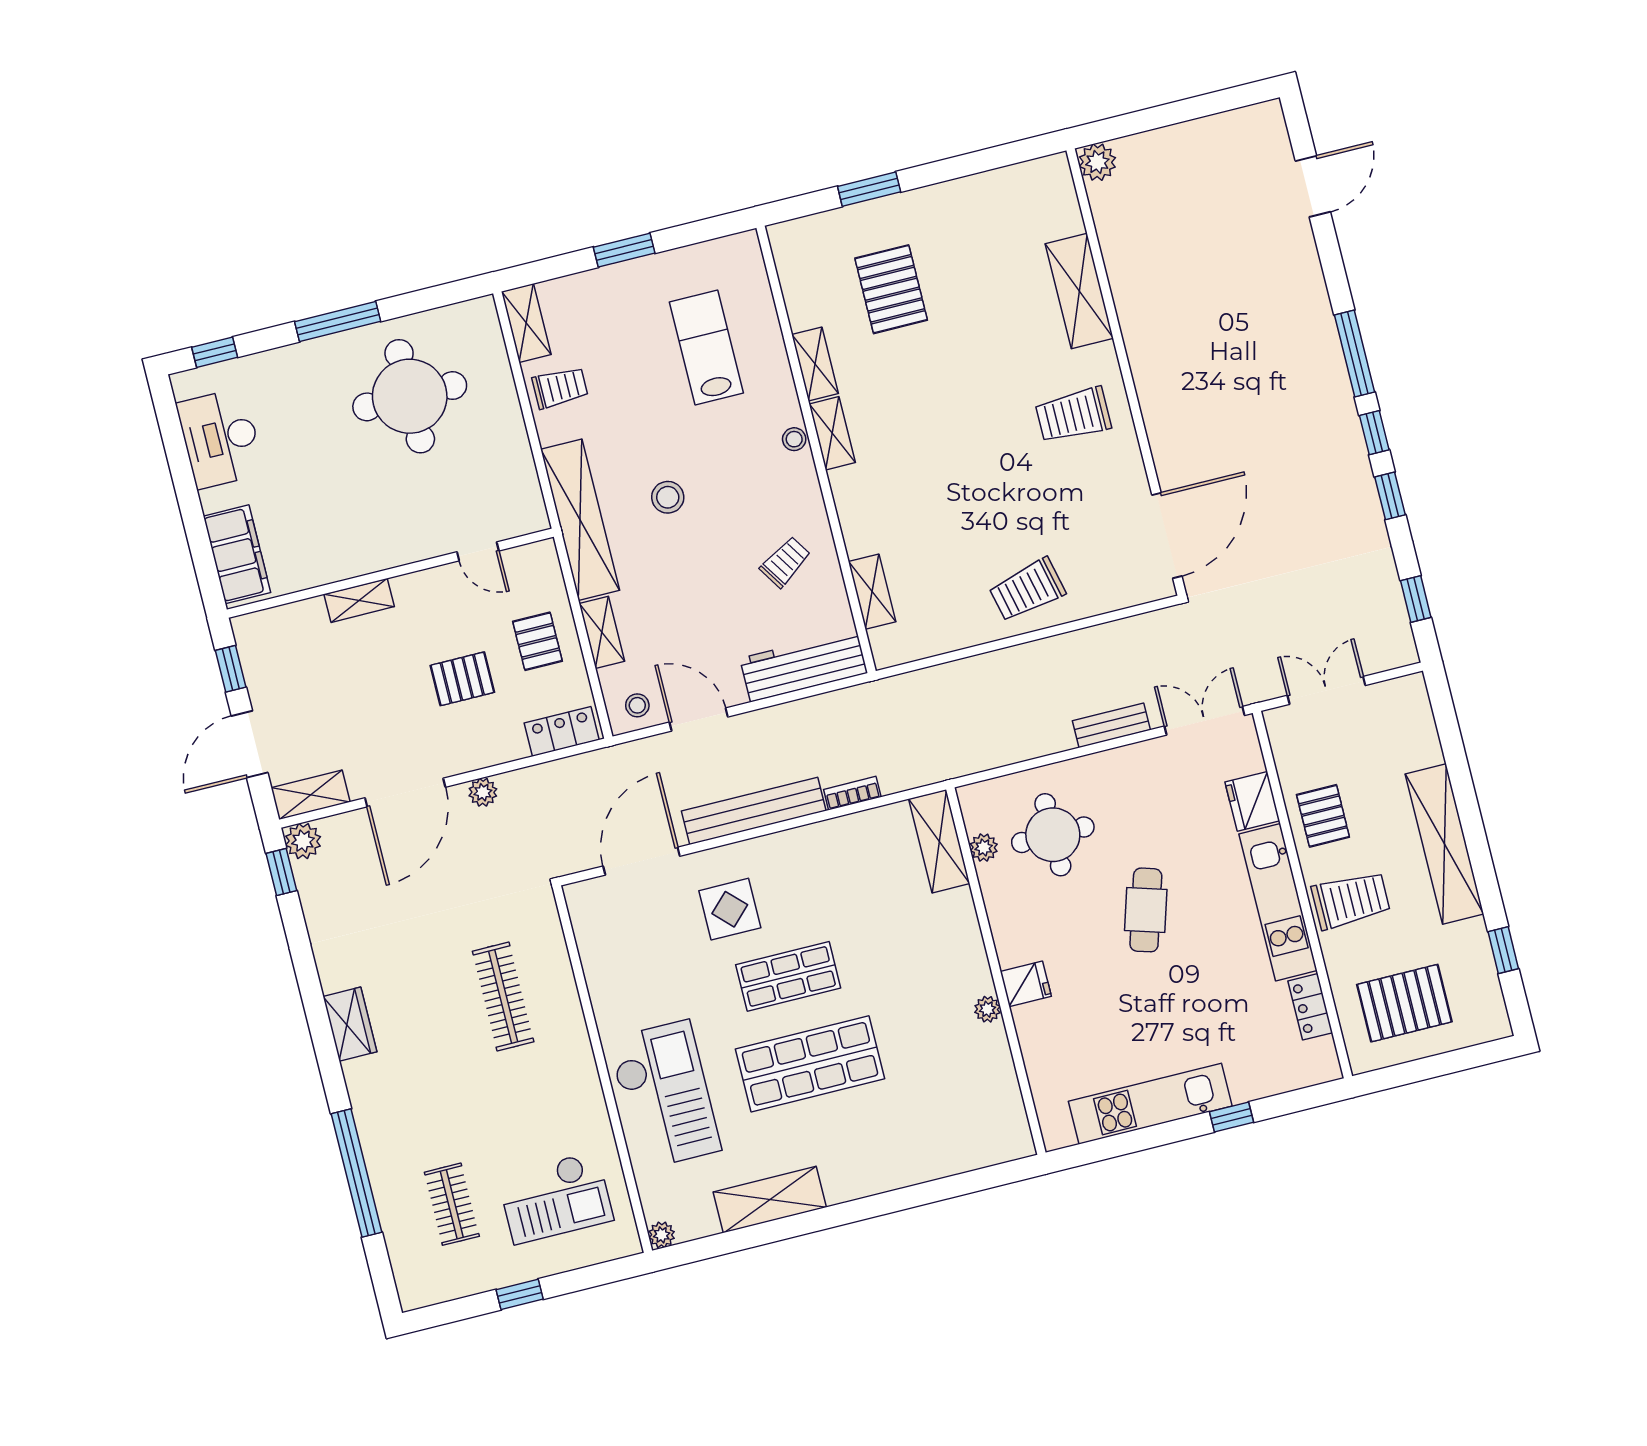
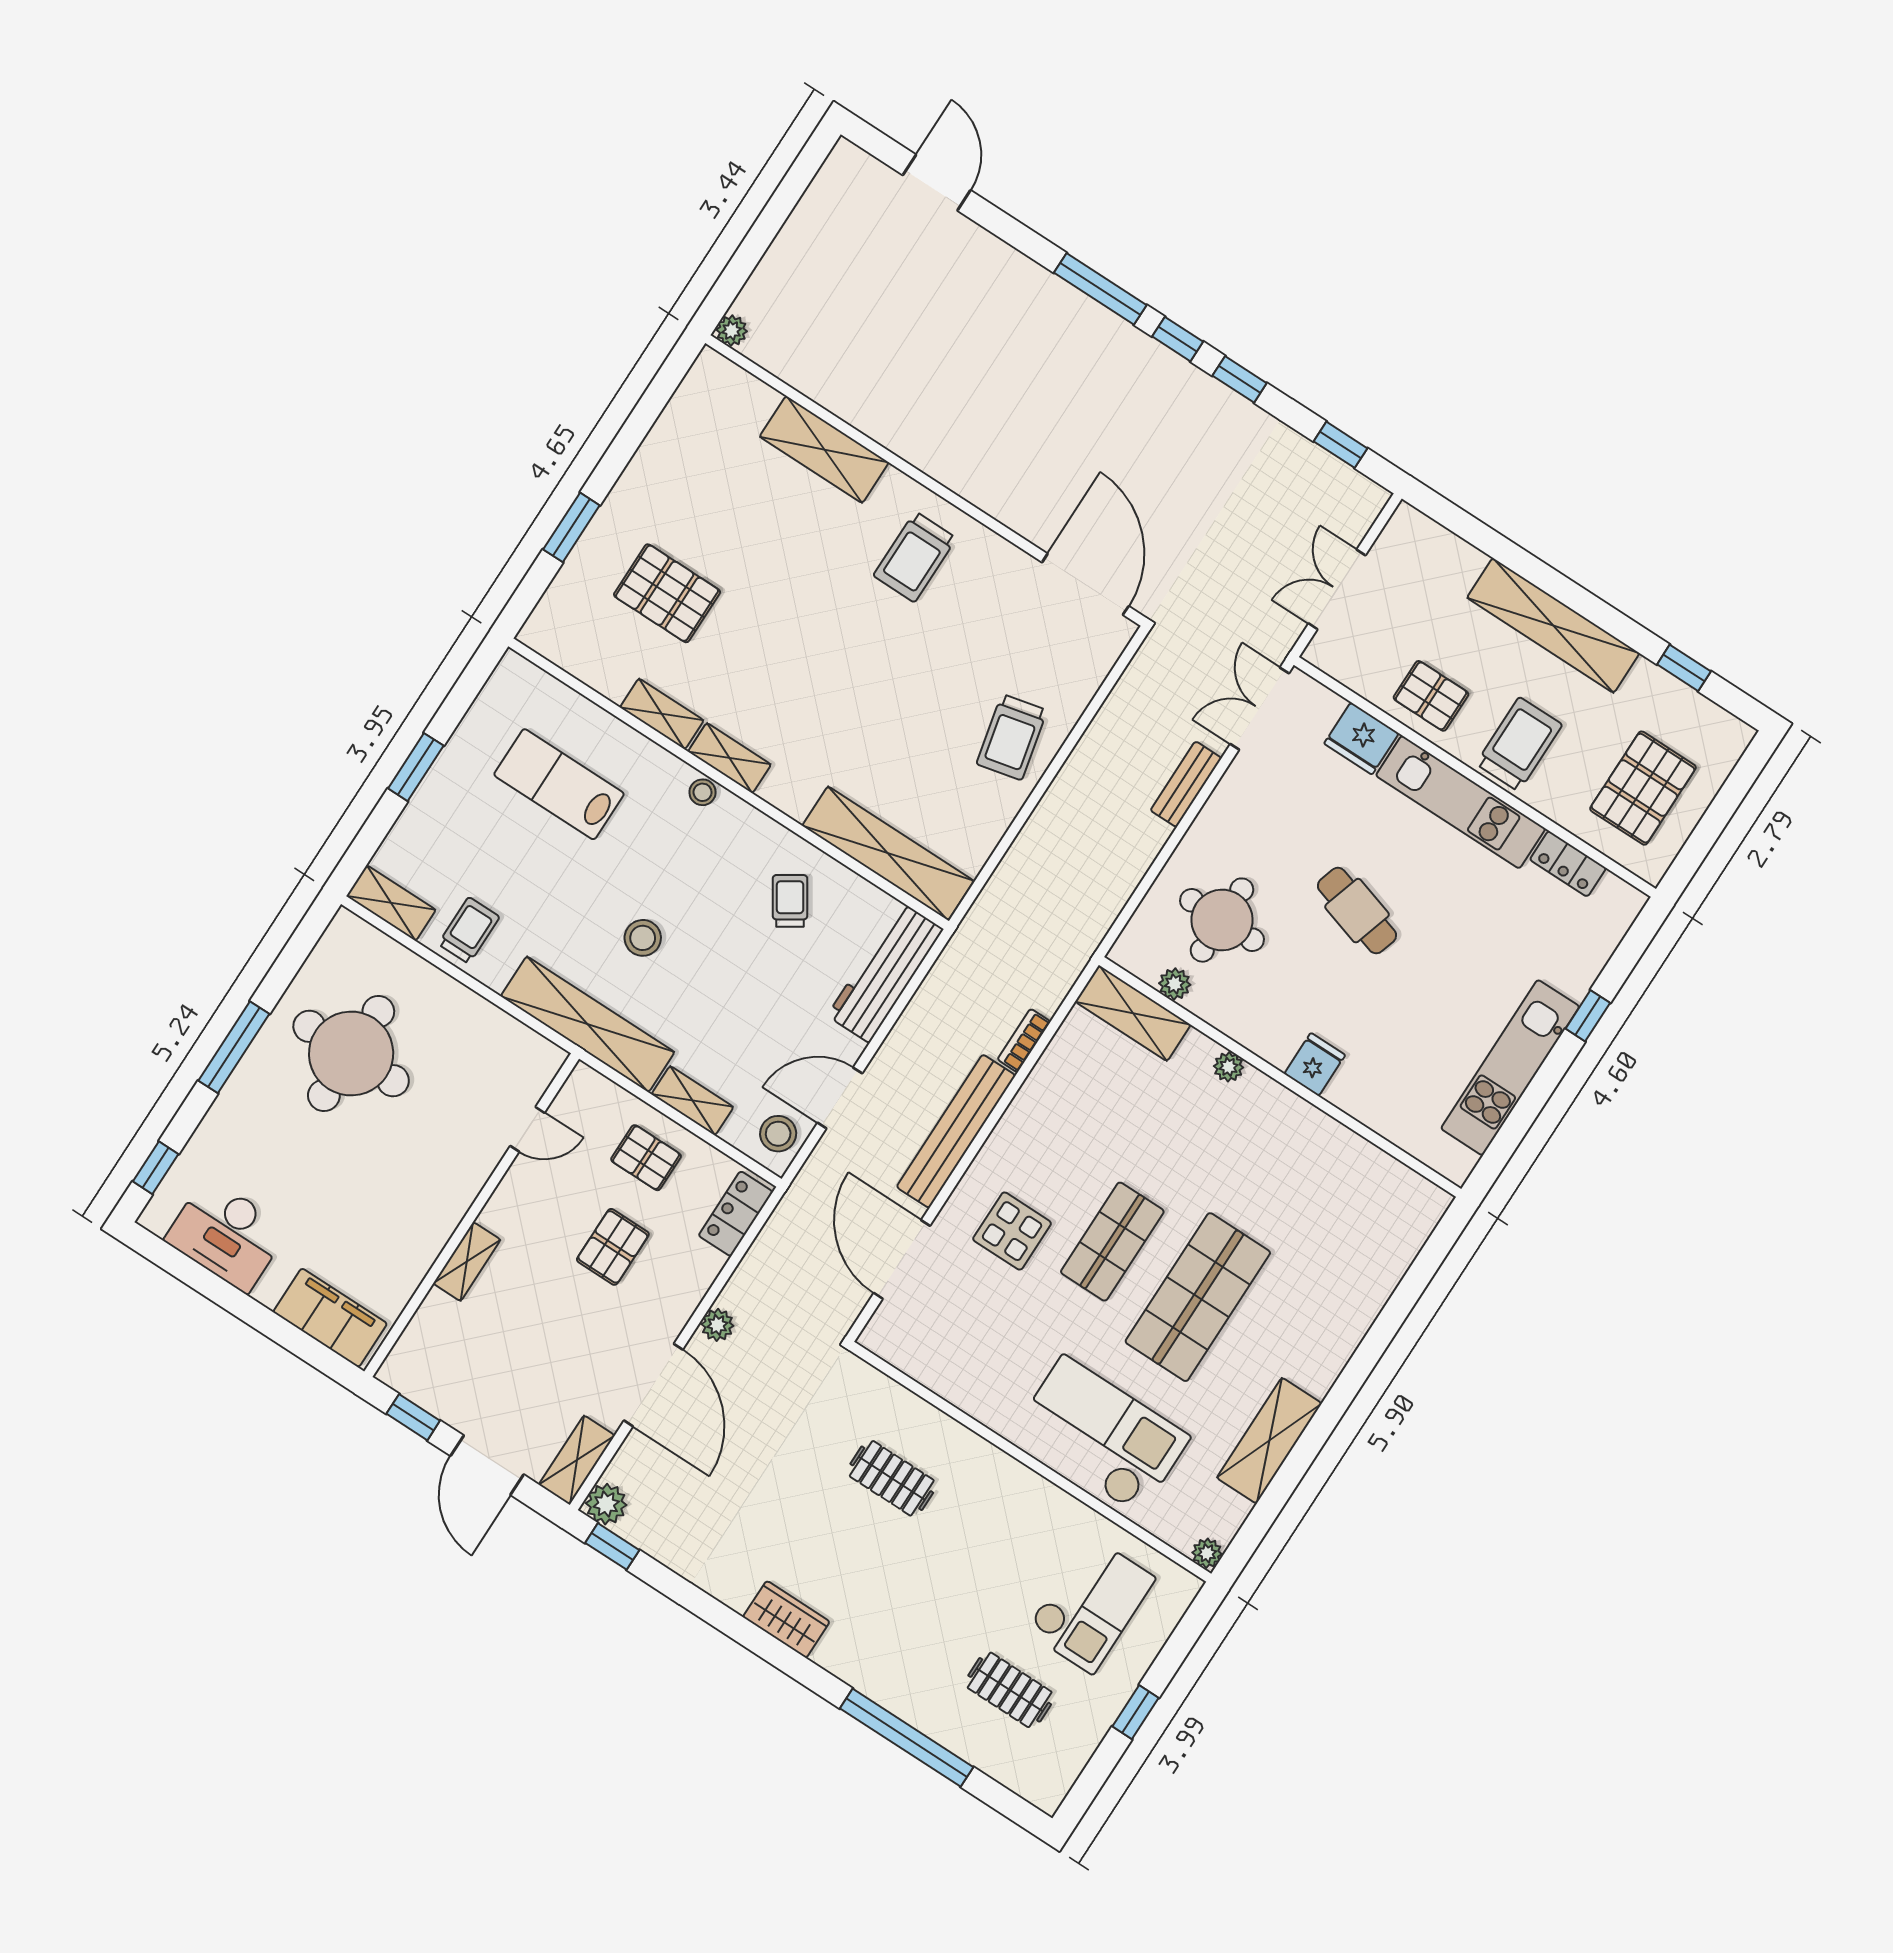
plant: (1097, 162) -> (732, 331), width x0.73, depth x0.73
shelving: (872, 592) -> (888, 853), width x2.20, depth x1.33
stool: (637, 705) -> (778, 1134), width x1.37, depth x1.37
clothes rail: (503, 996) -> (892, 1478), width x0.73
plant: (987, 1009) -> (1229, 1067), moved

